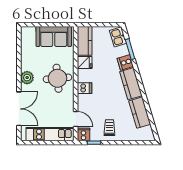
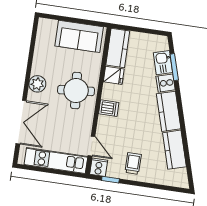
kitchen sink: (118, 37) -> (163, 63), moved

